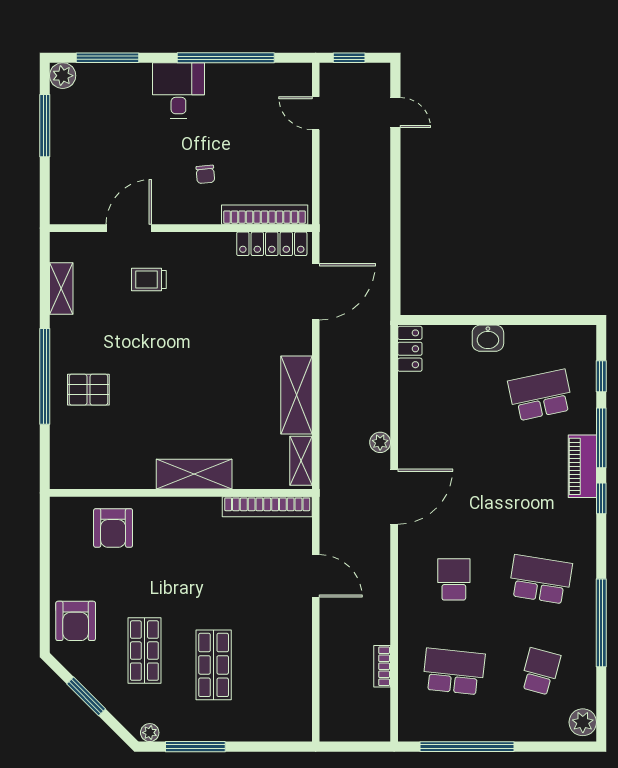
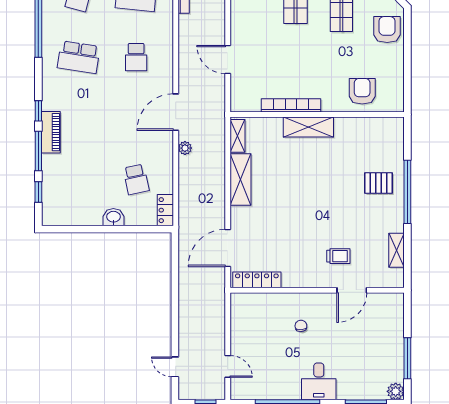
bookcase: (265, 215) -> (262, 299), removed
school desk: (540, 395) -> (136, 179), moved, width x0.54
bookcase: (267, 507) -> (291, 105), moved

